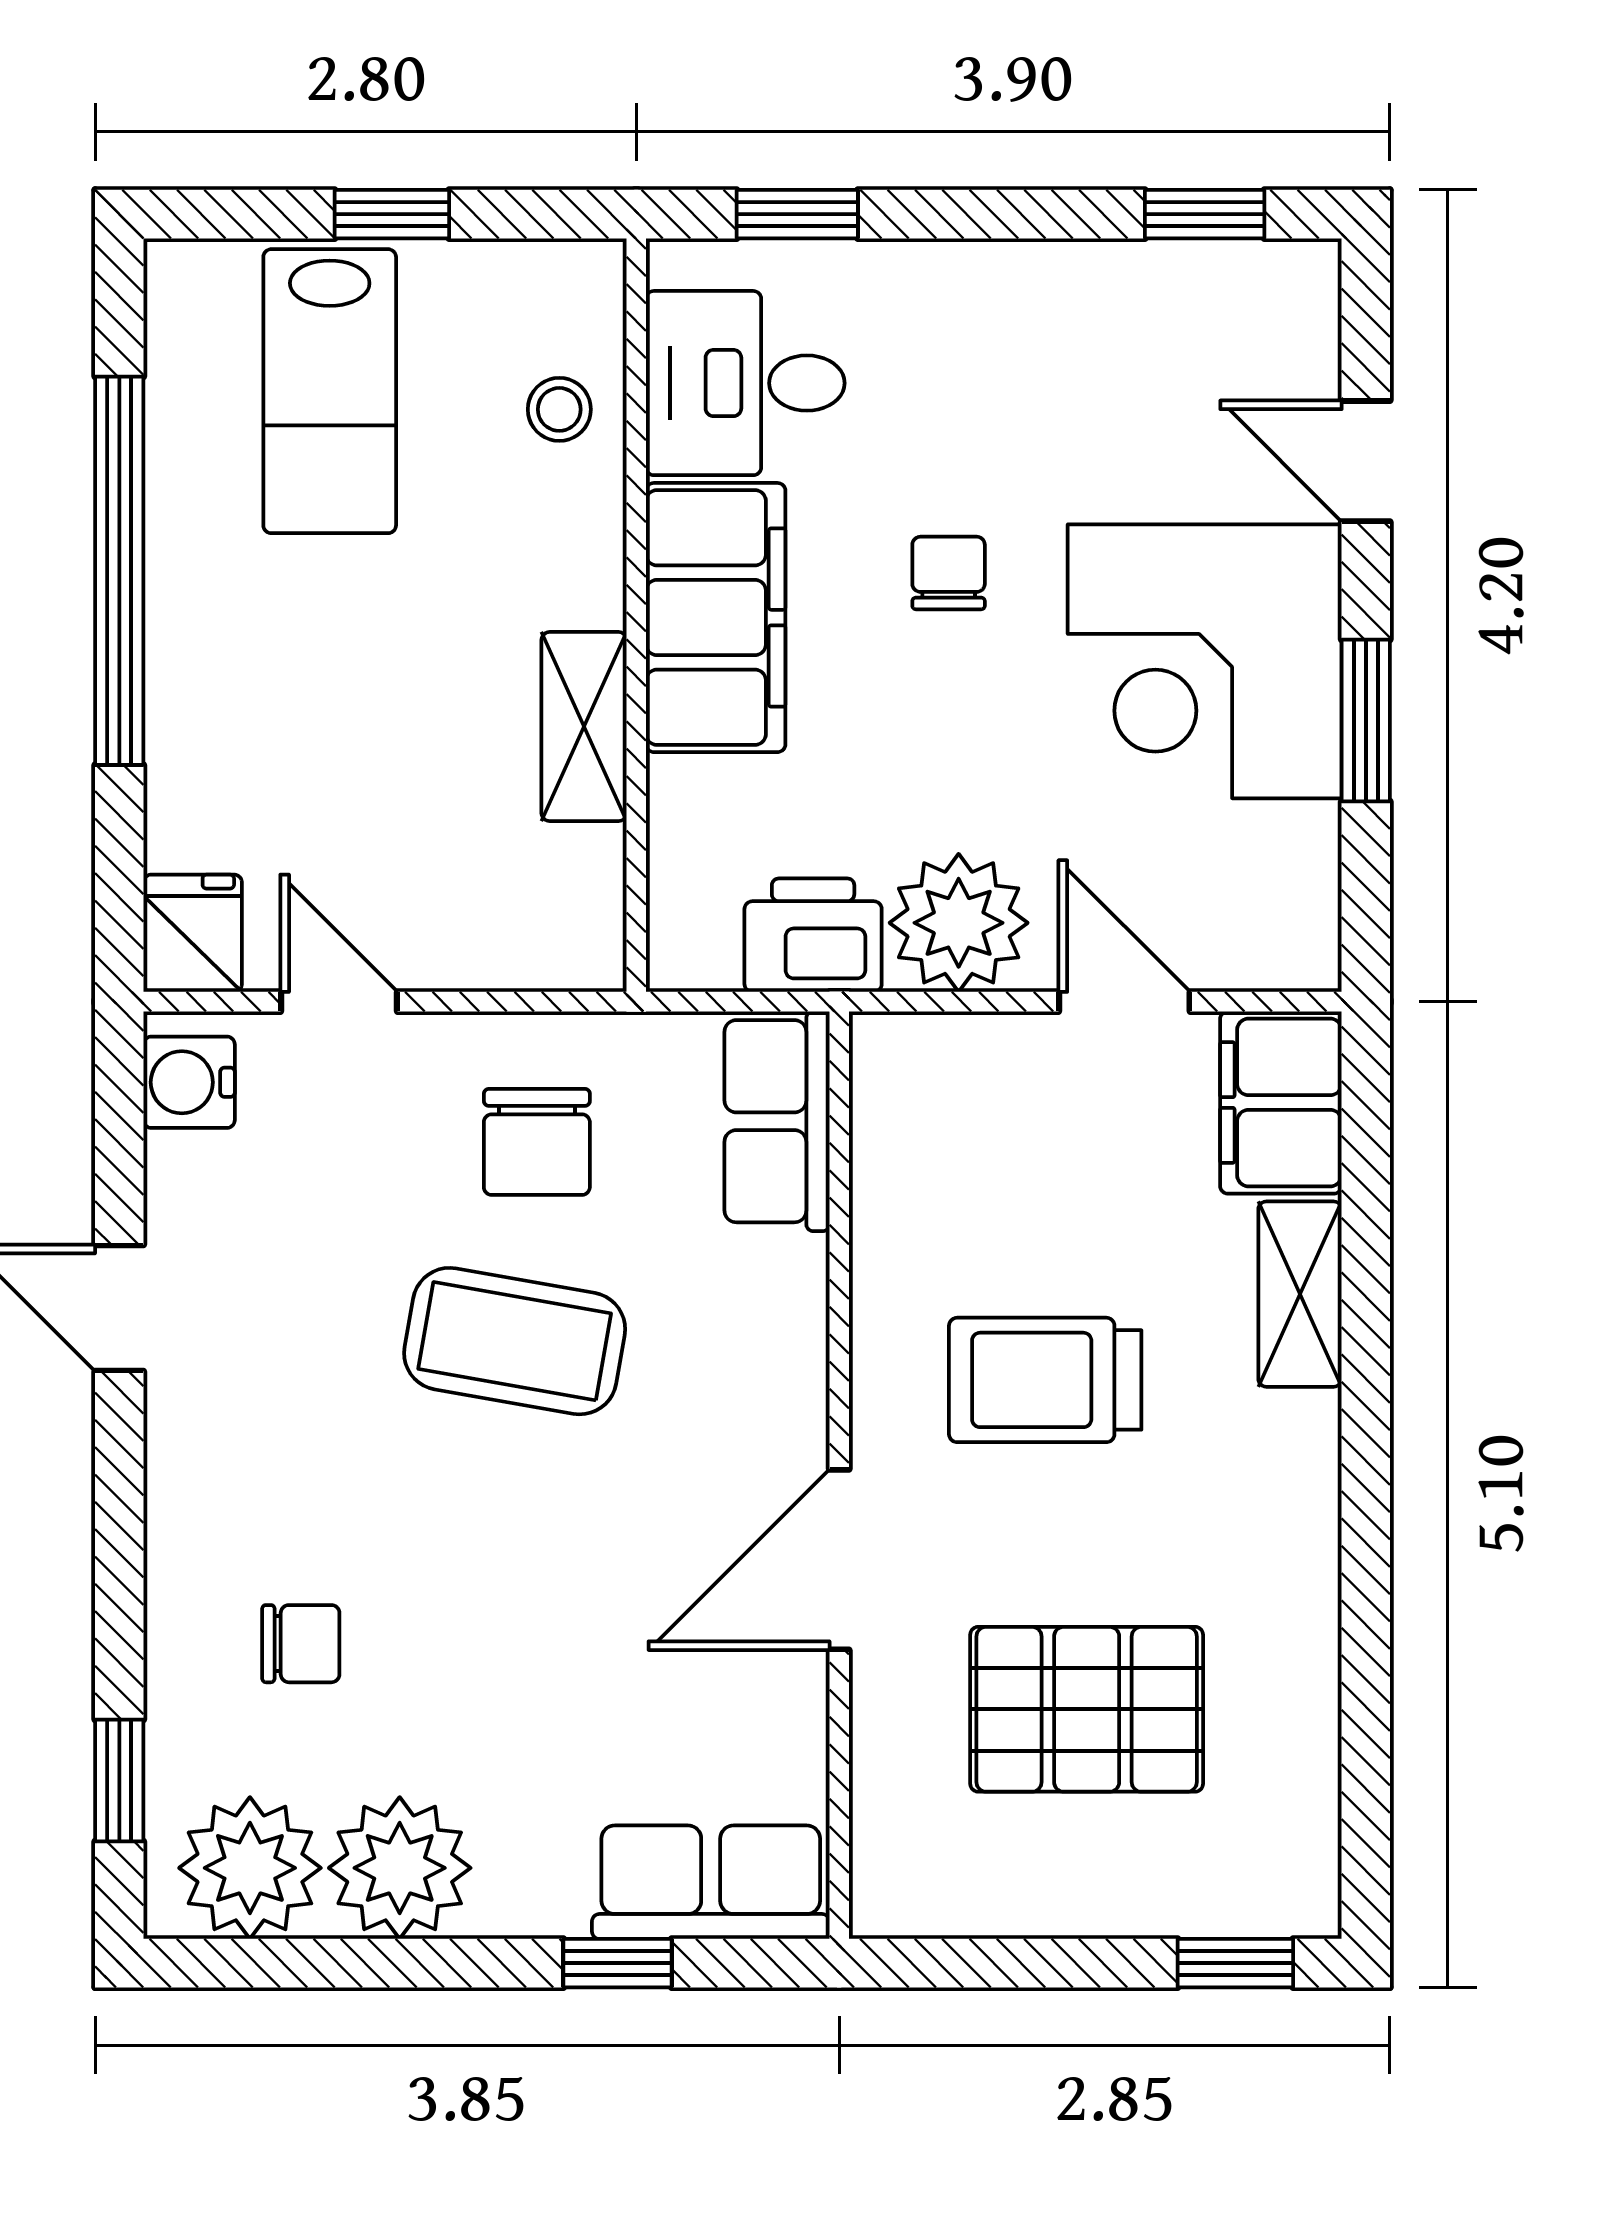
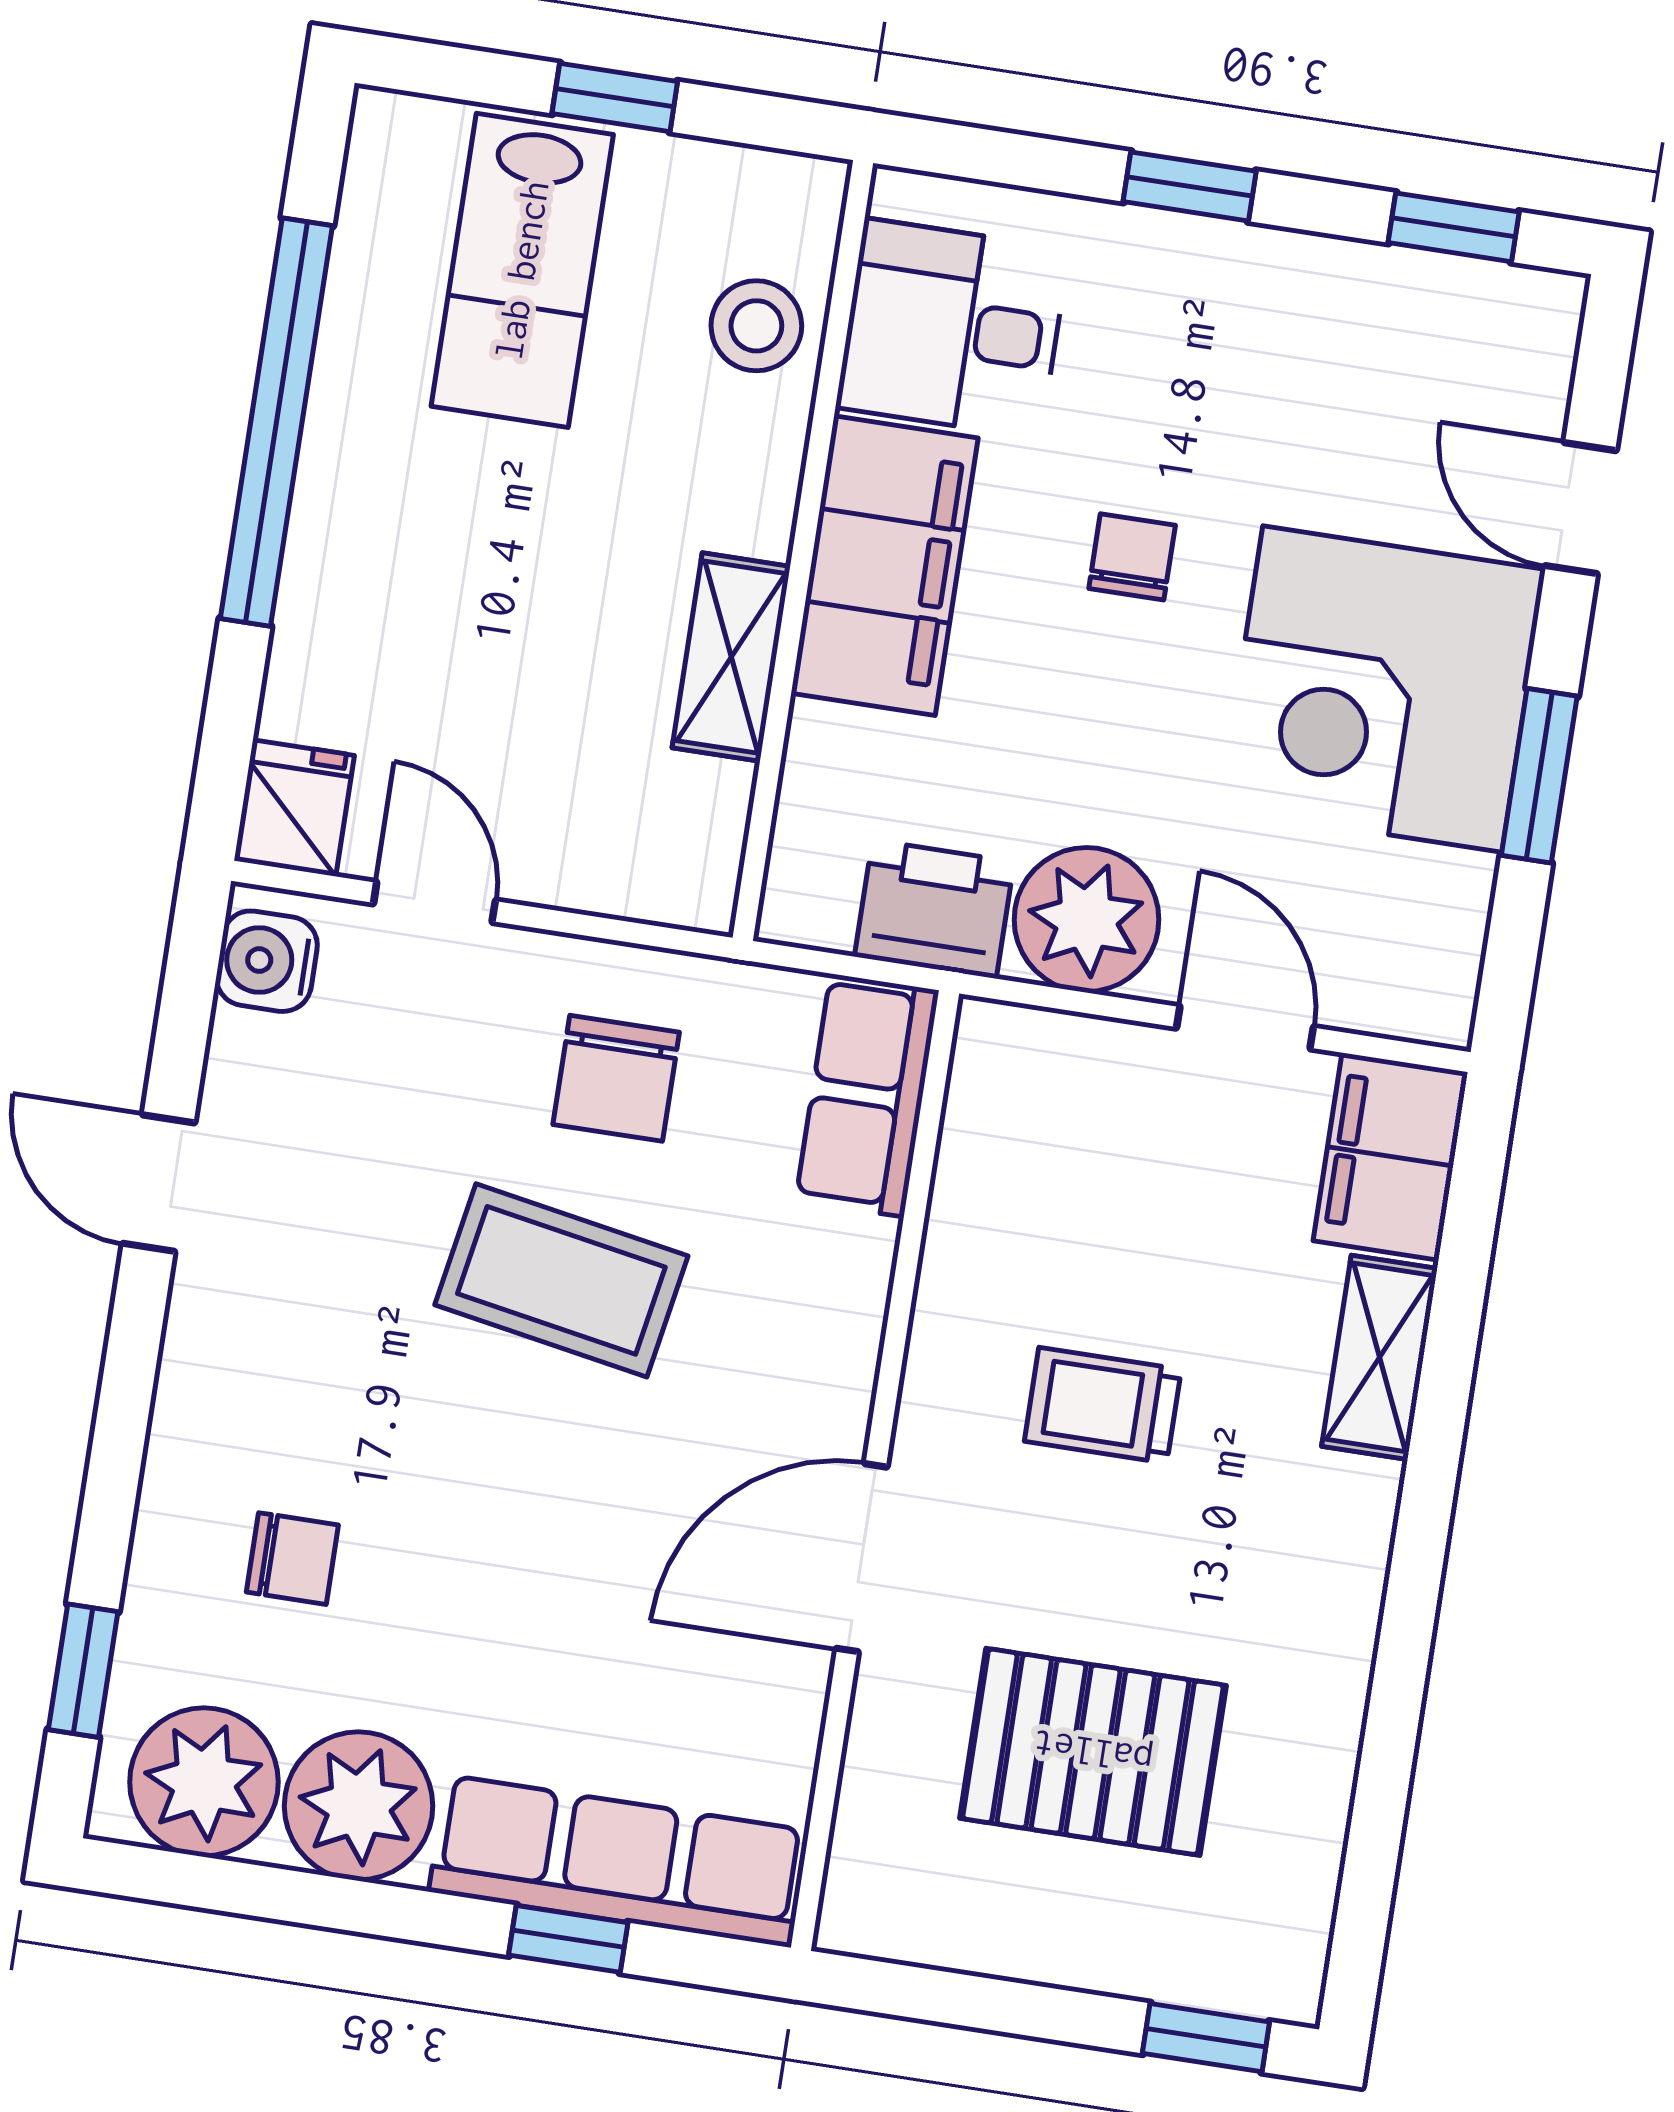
window: (797, 214) -> (1190, 186), moved
stool: (559, 409) -> (756, 326), width x1.37, depth x1.37
trolley: (1045, 1380) -> (1103, 1405), width x0.73, depth x0.72
row of seats: (711, 1882) -> (619, 1861), width x1.48

